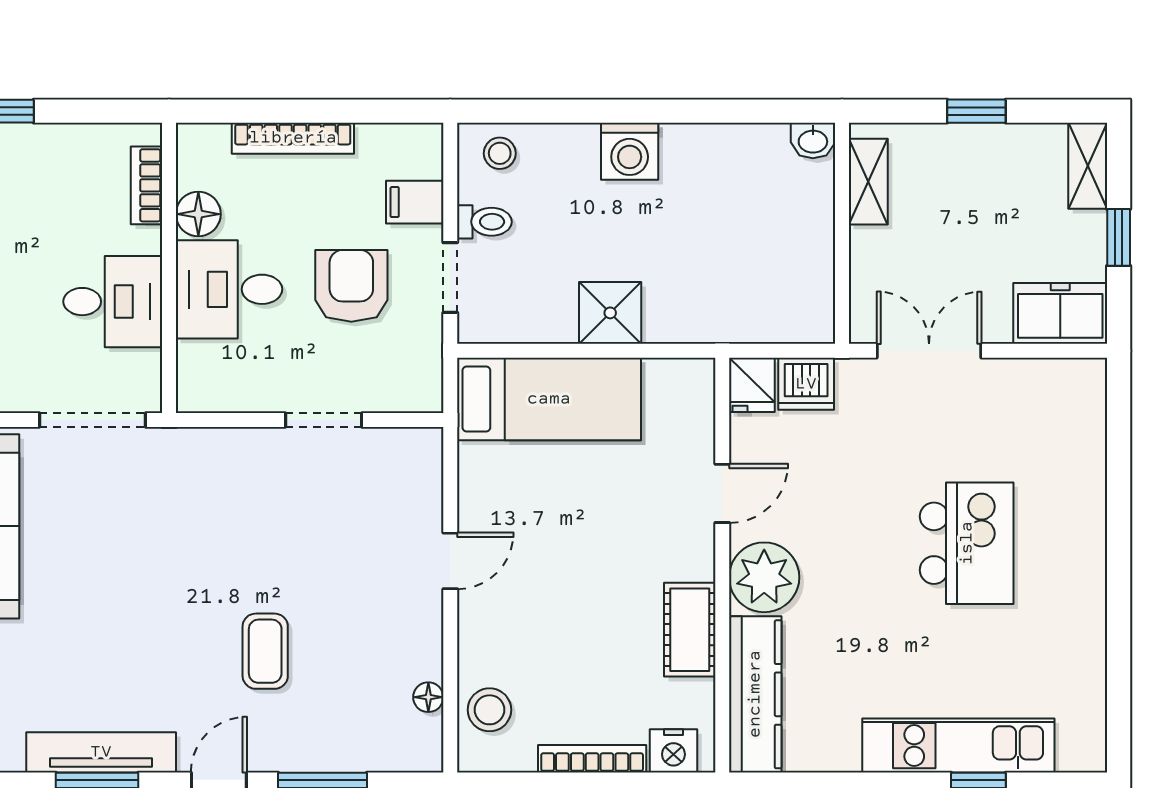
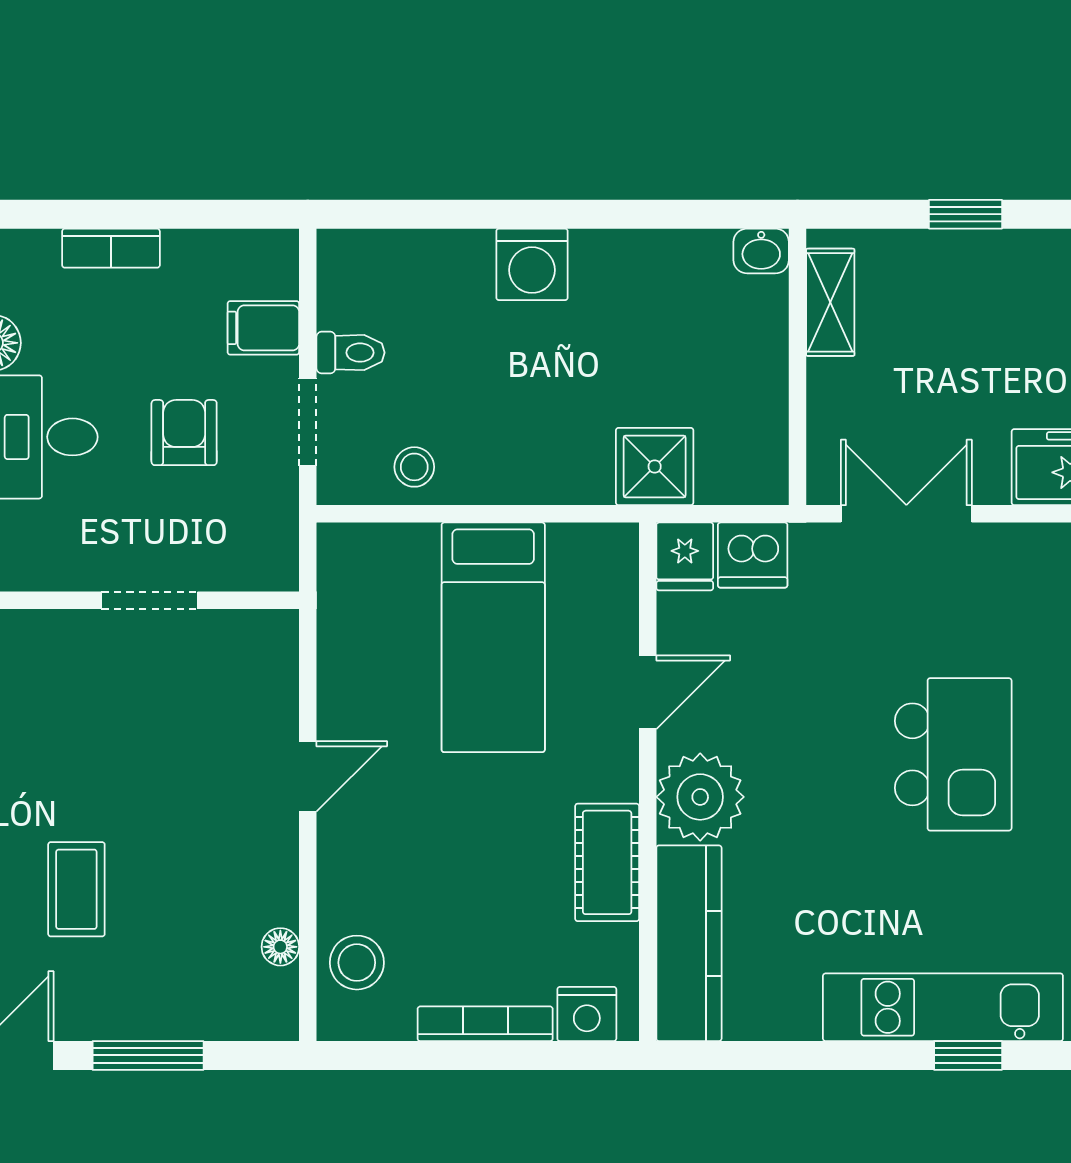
bookcase: (293, 138) -> (111, 248), width x0.64
stool: (500, 153) -> (414, 467), moved
armchair: (351, 286) -> (184, 433), width x0.72, depth x0.72
shower: (610, 313) -> (655, 466), moved
bed: (549, 399) -> (493, 637), moved, turned 90

